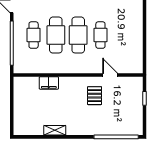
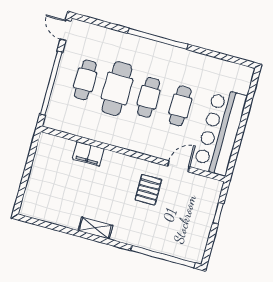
cafe table: (78, 35) -> (149, 97), width x0.73, depth x0.74
bar counter: (131, 45) -> (220, 132), added
door: (110, 75) -> (178, 166), hinge flipped
shelving: (55, 130) -> (95, 228), moved

